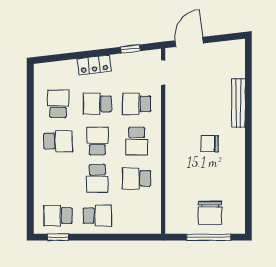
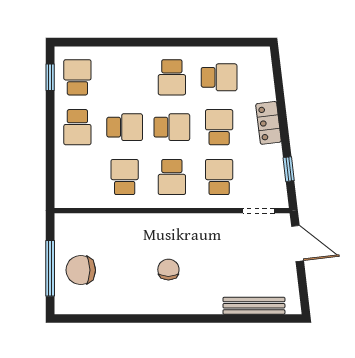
bench: (238, 103) -> (254, 306), moved
school desk: (137, 141) -> (172, 177), turned -90
school desk: (97, 178) -> (125, 127), turned 180

